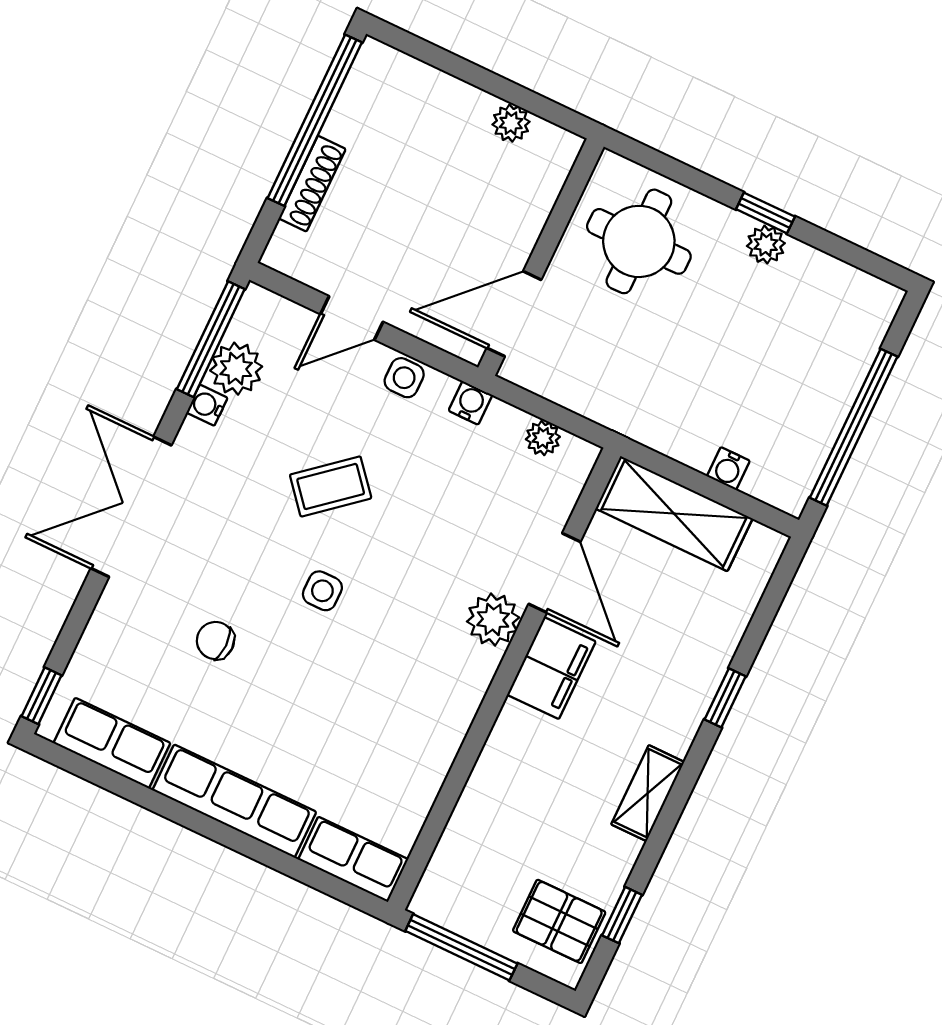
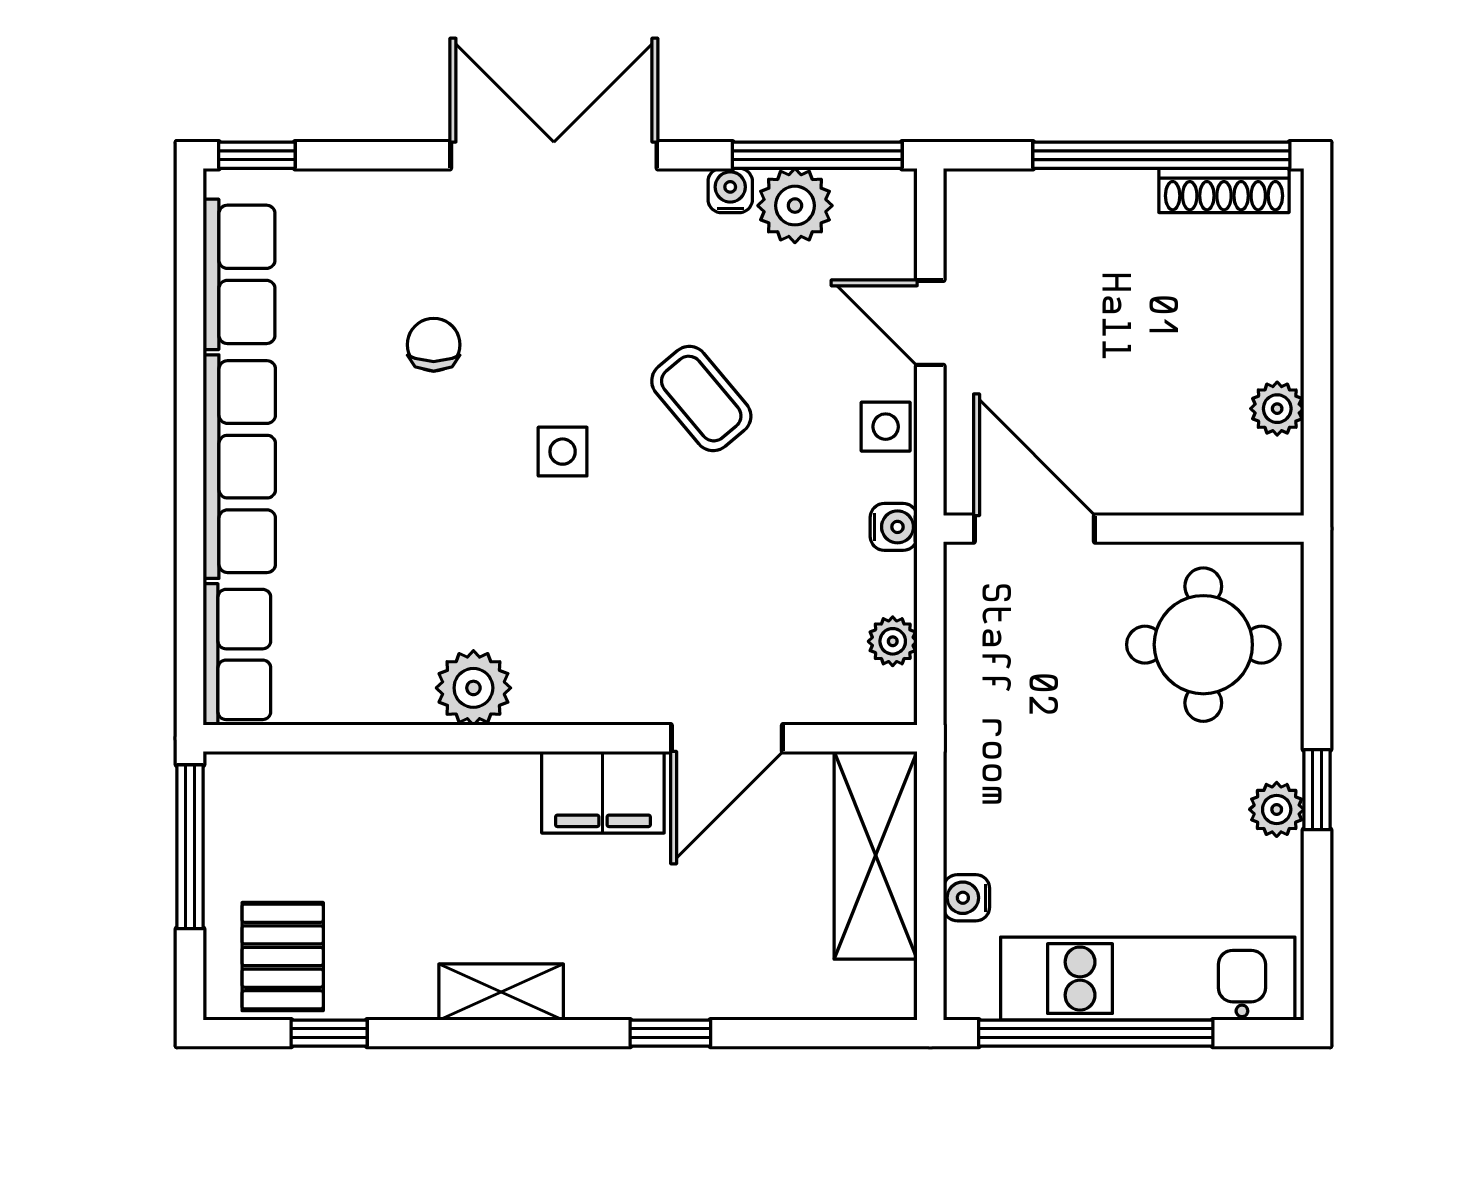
shoe rack: (312, 184) -> (1224, 190), moved
kitchen unit: (835, 378) -> (1148, 979), added
plant: (493, 620) -> (473, 688), moved

